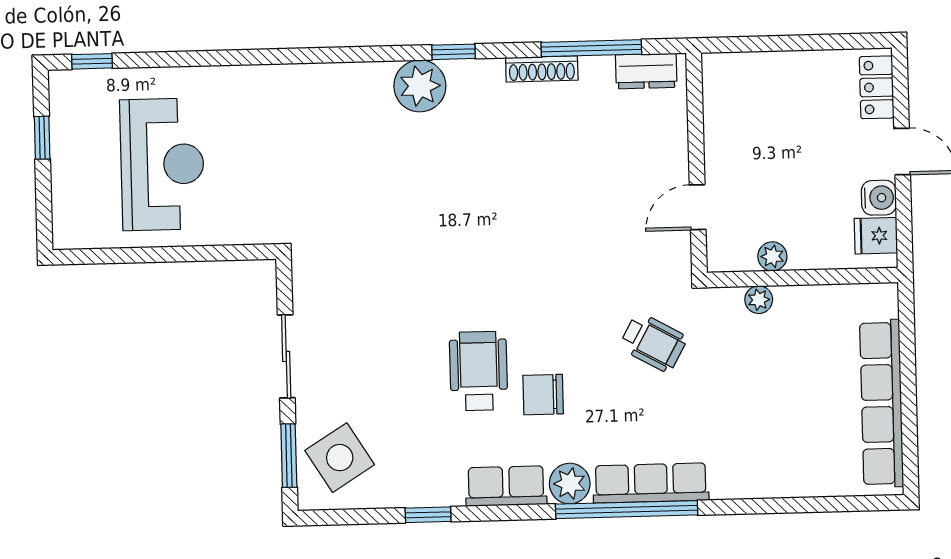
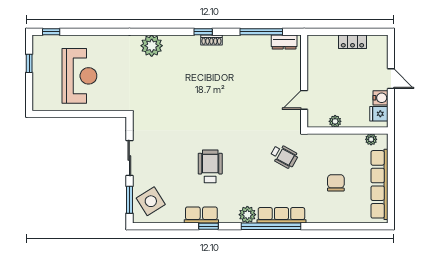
shoe rack: (542, 69) -> (211, 40), moved, width x0.70
plant: (420, 86) -> (152, 46), moved
locker: (877, 87) -> (352, 42), moved, turned -90
plant: (759, 300) -> (371, 139), moved
chair: (543, 395) -> (336, 183), moved, turned 90
row of seats: (506, 486) -> (201, 215), moved
window: (428, 515) -> (209, 226), moved

